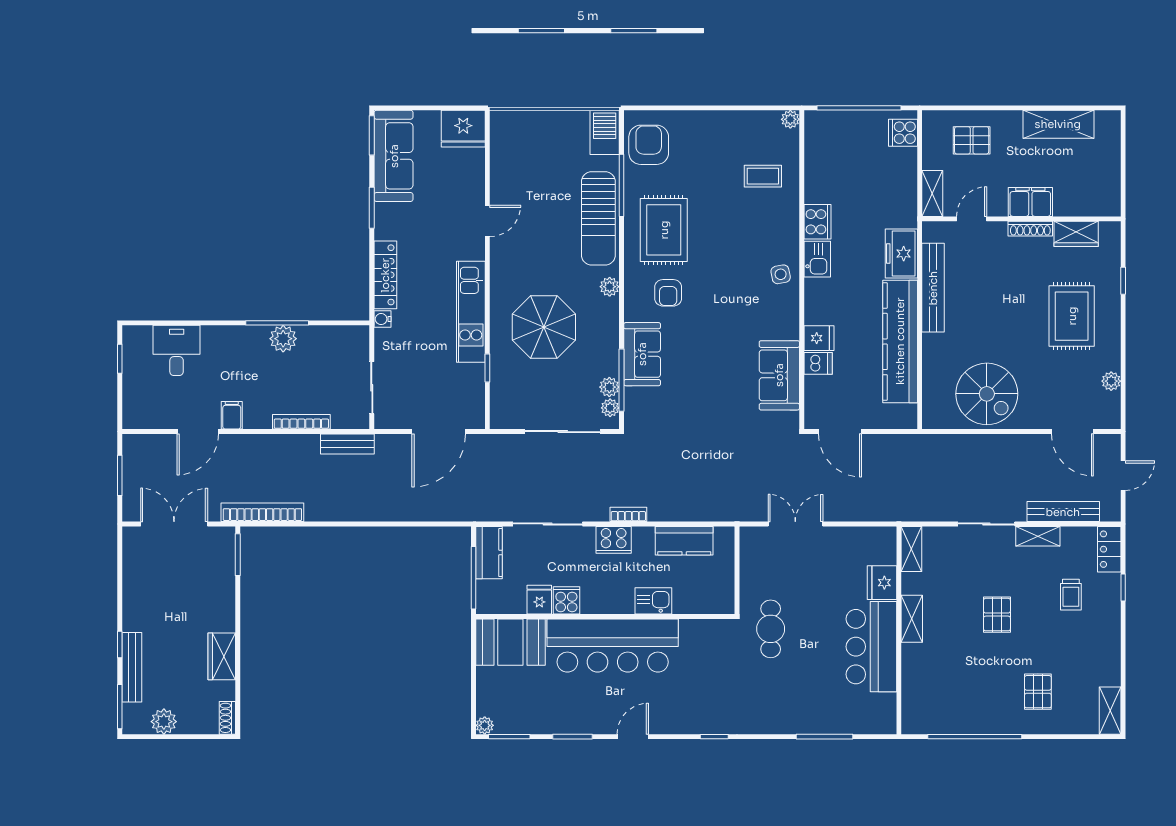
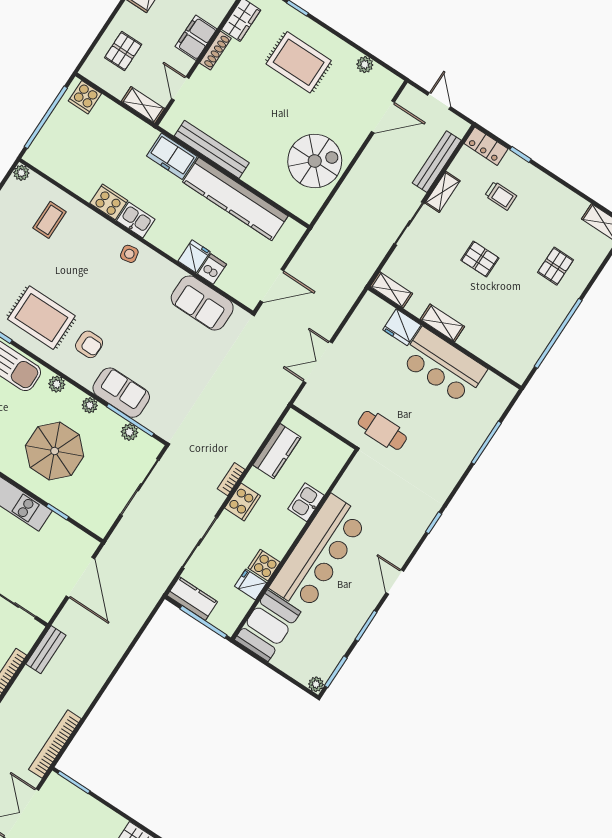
plant: (610, 408) -> (90, 405), moved
pallet: (1038, 692) -> (556, 266), turned 90

